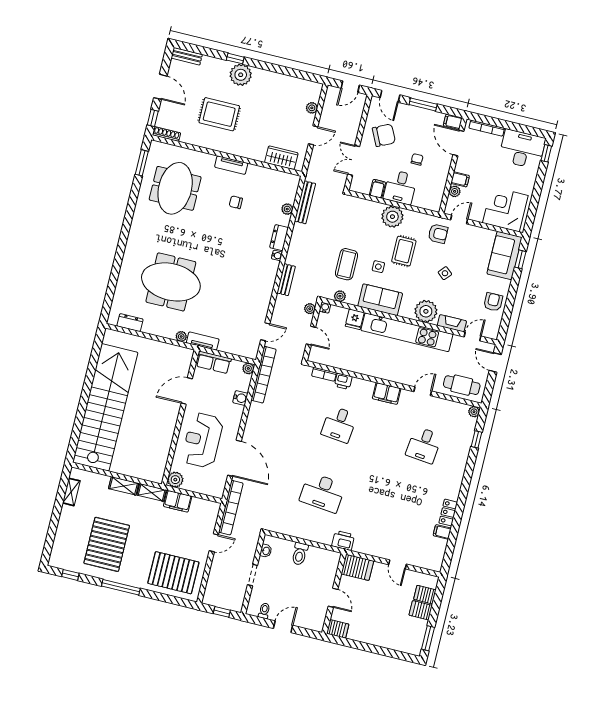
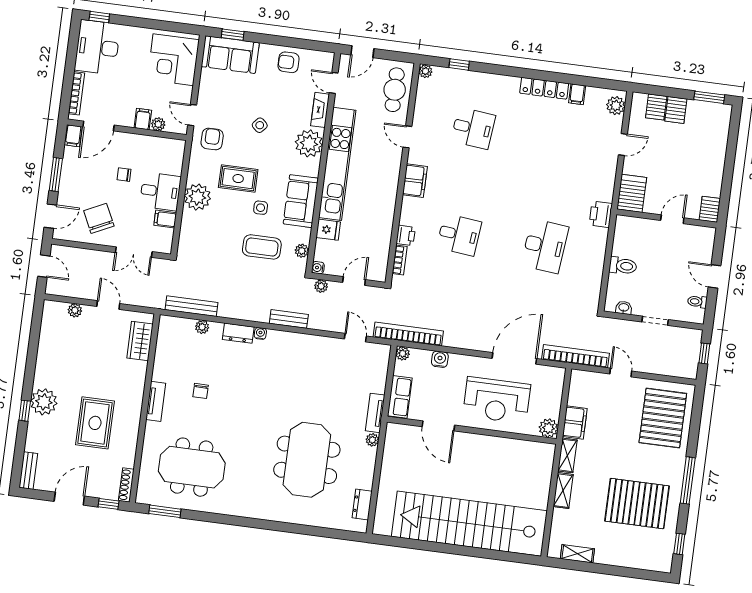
locker: (448, 513) -> (544, 88), width x1.53
plant: (430, 562) -> (616, 106), added

